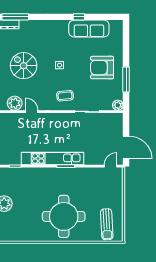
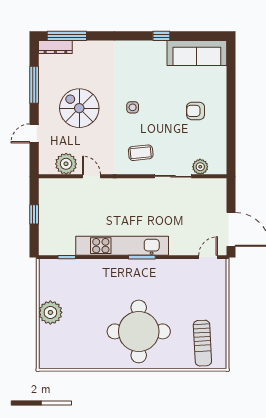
sofa: (89, 28) -> (197, 53), moved
armchair: (102, 68) -> (196, 111), width x0.53, depth x0.53
window: (126, 80) -> (231, 129), removed
plant: (118, 105) -> (200, 167), moved

